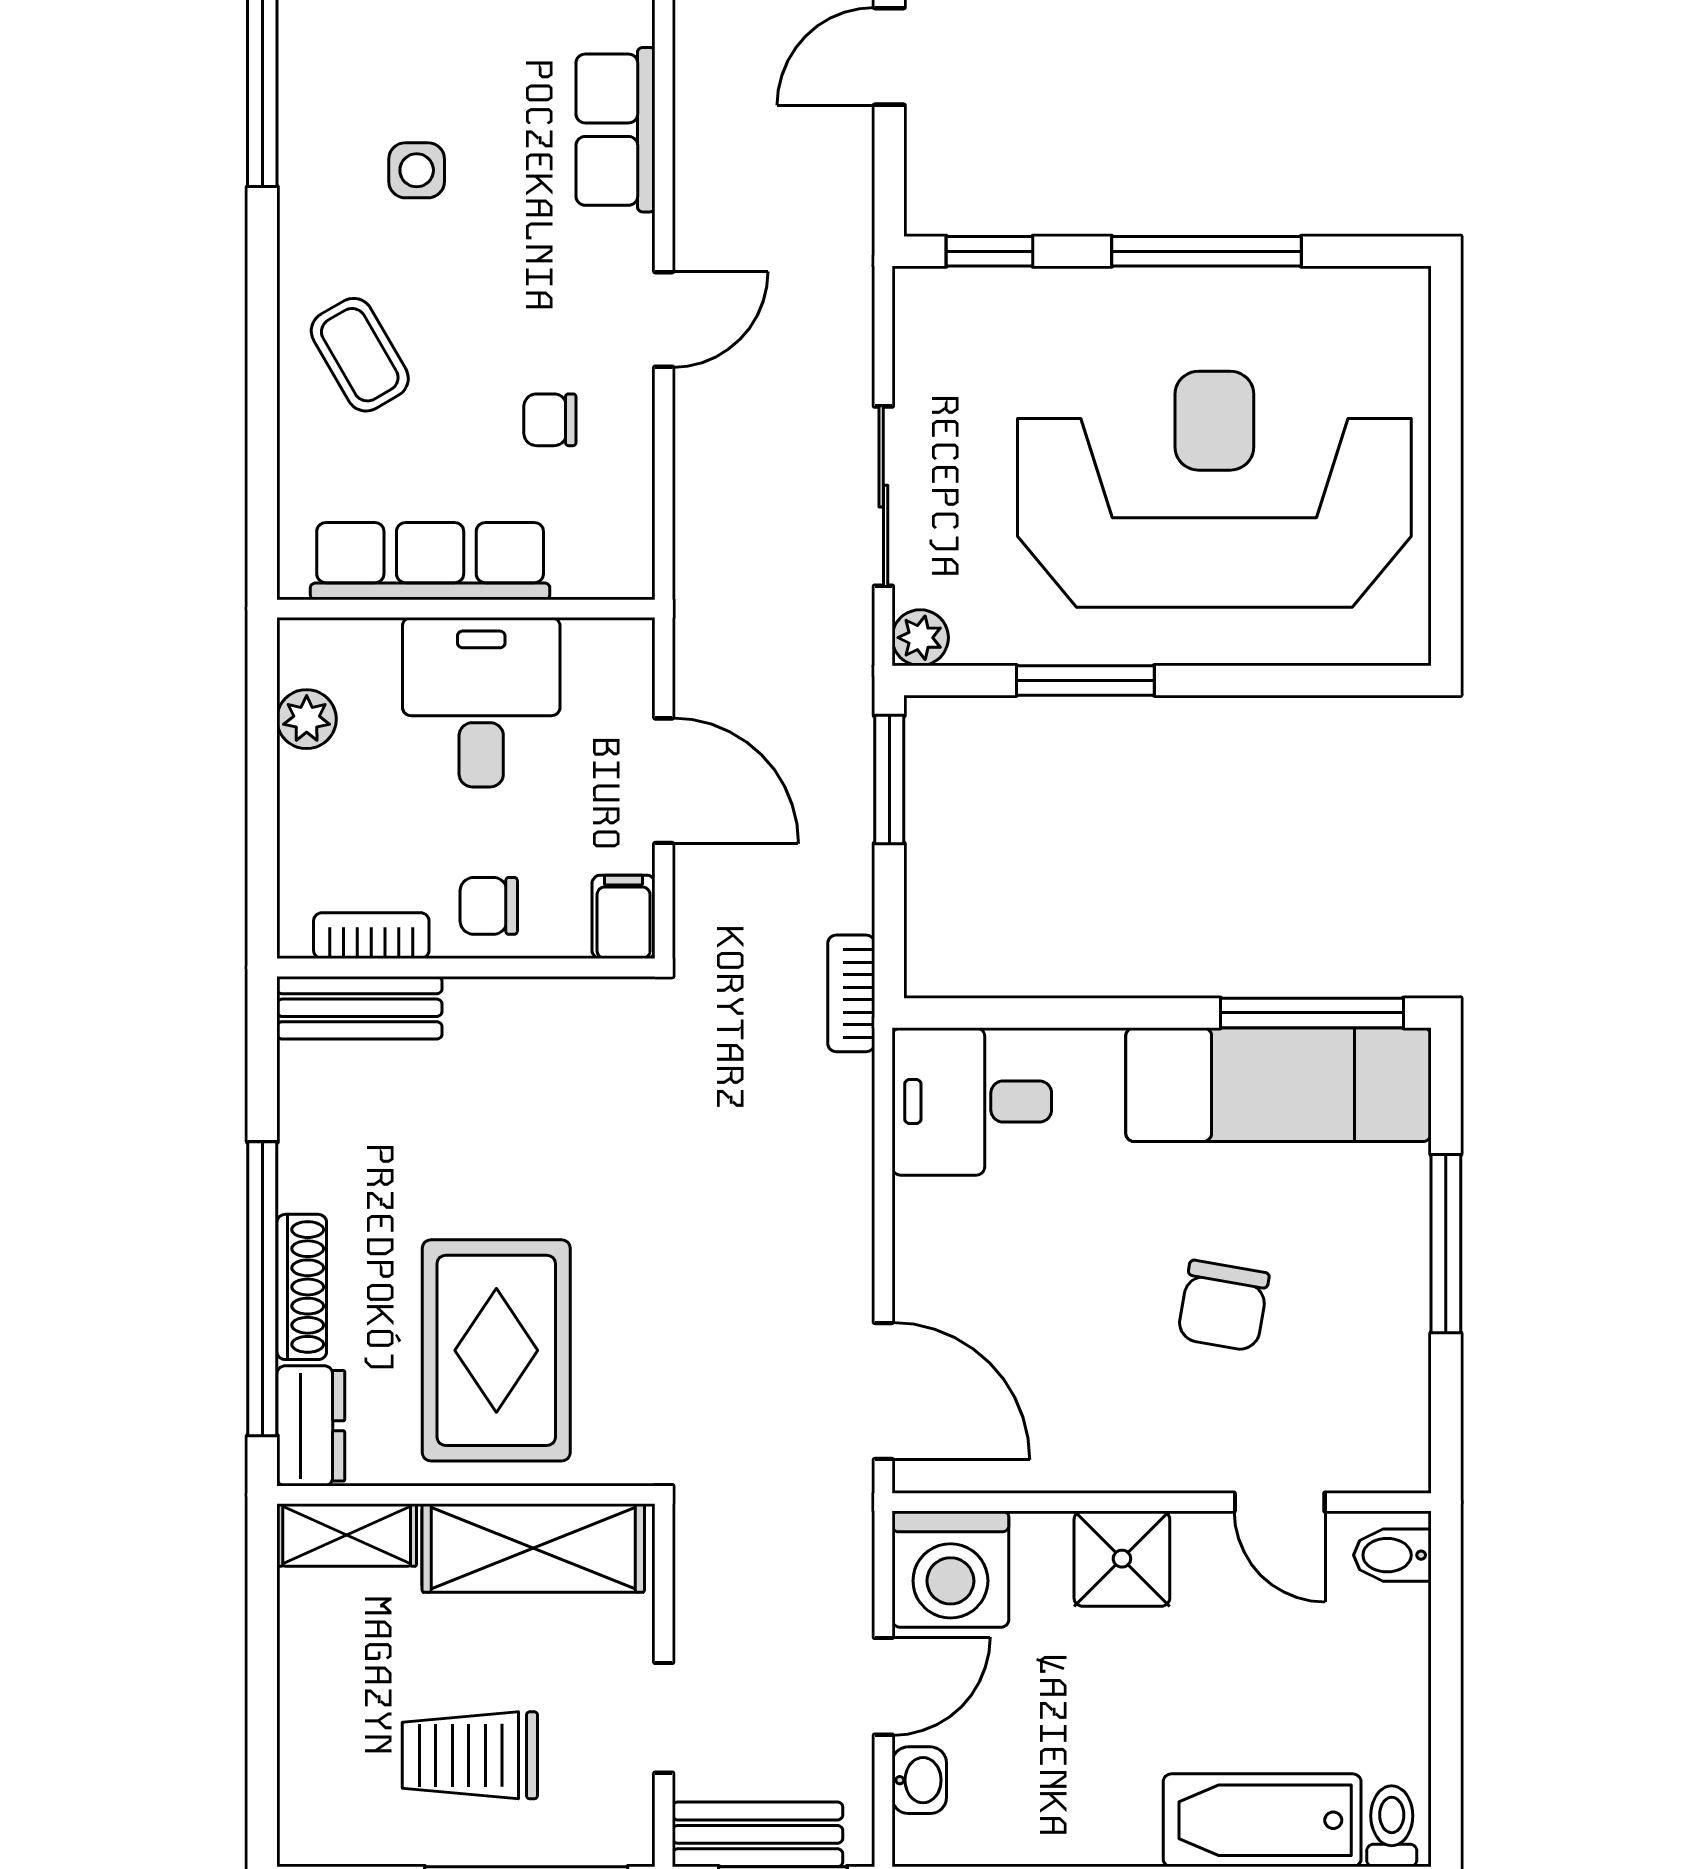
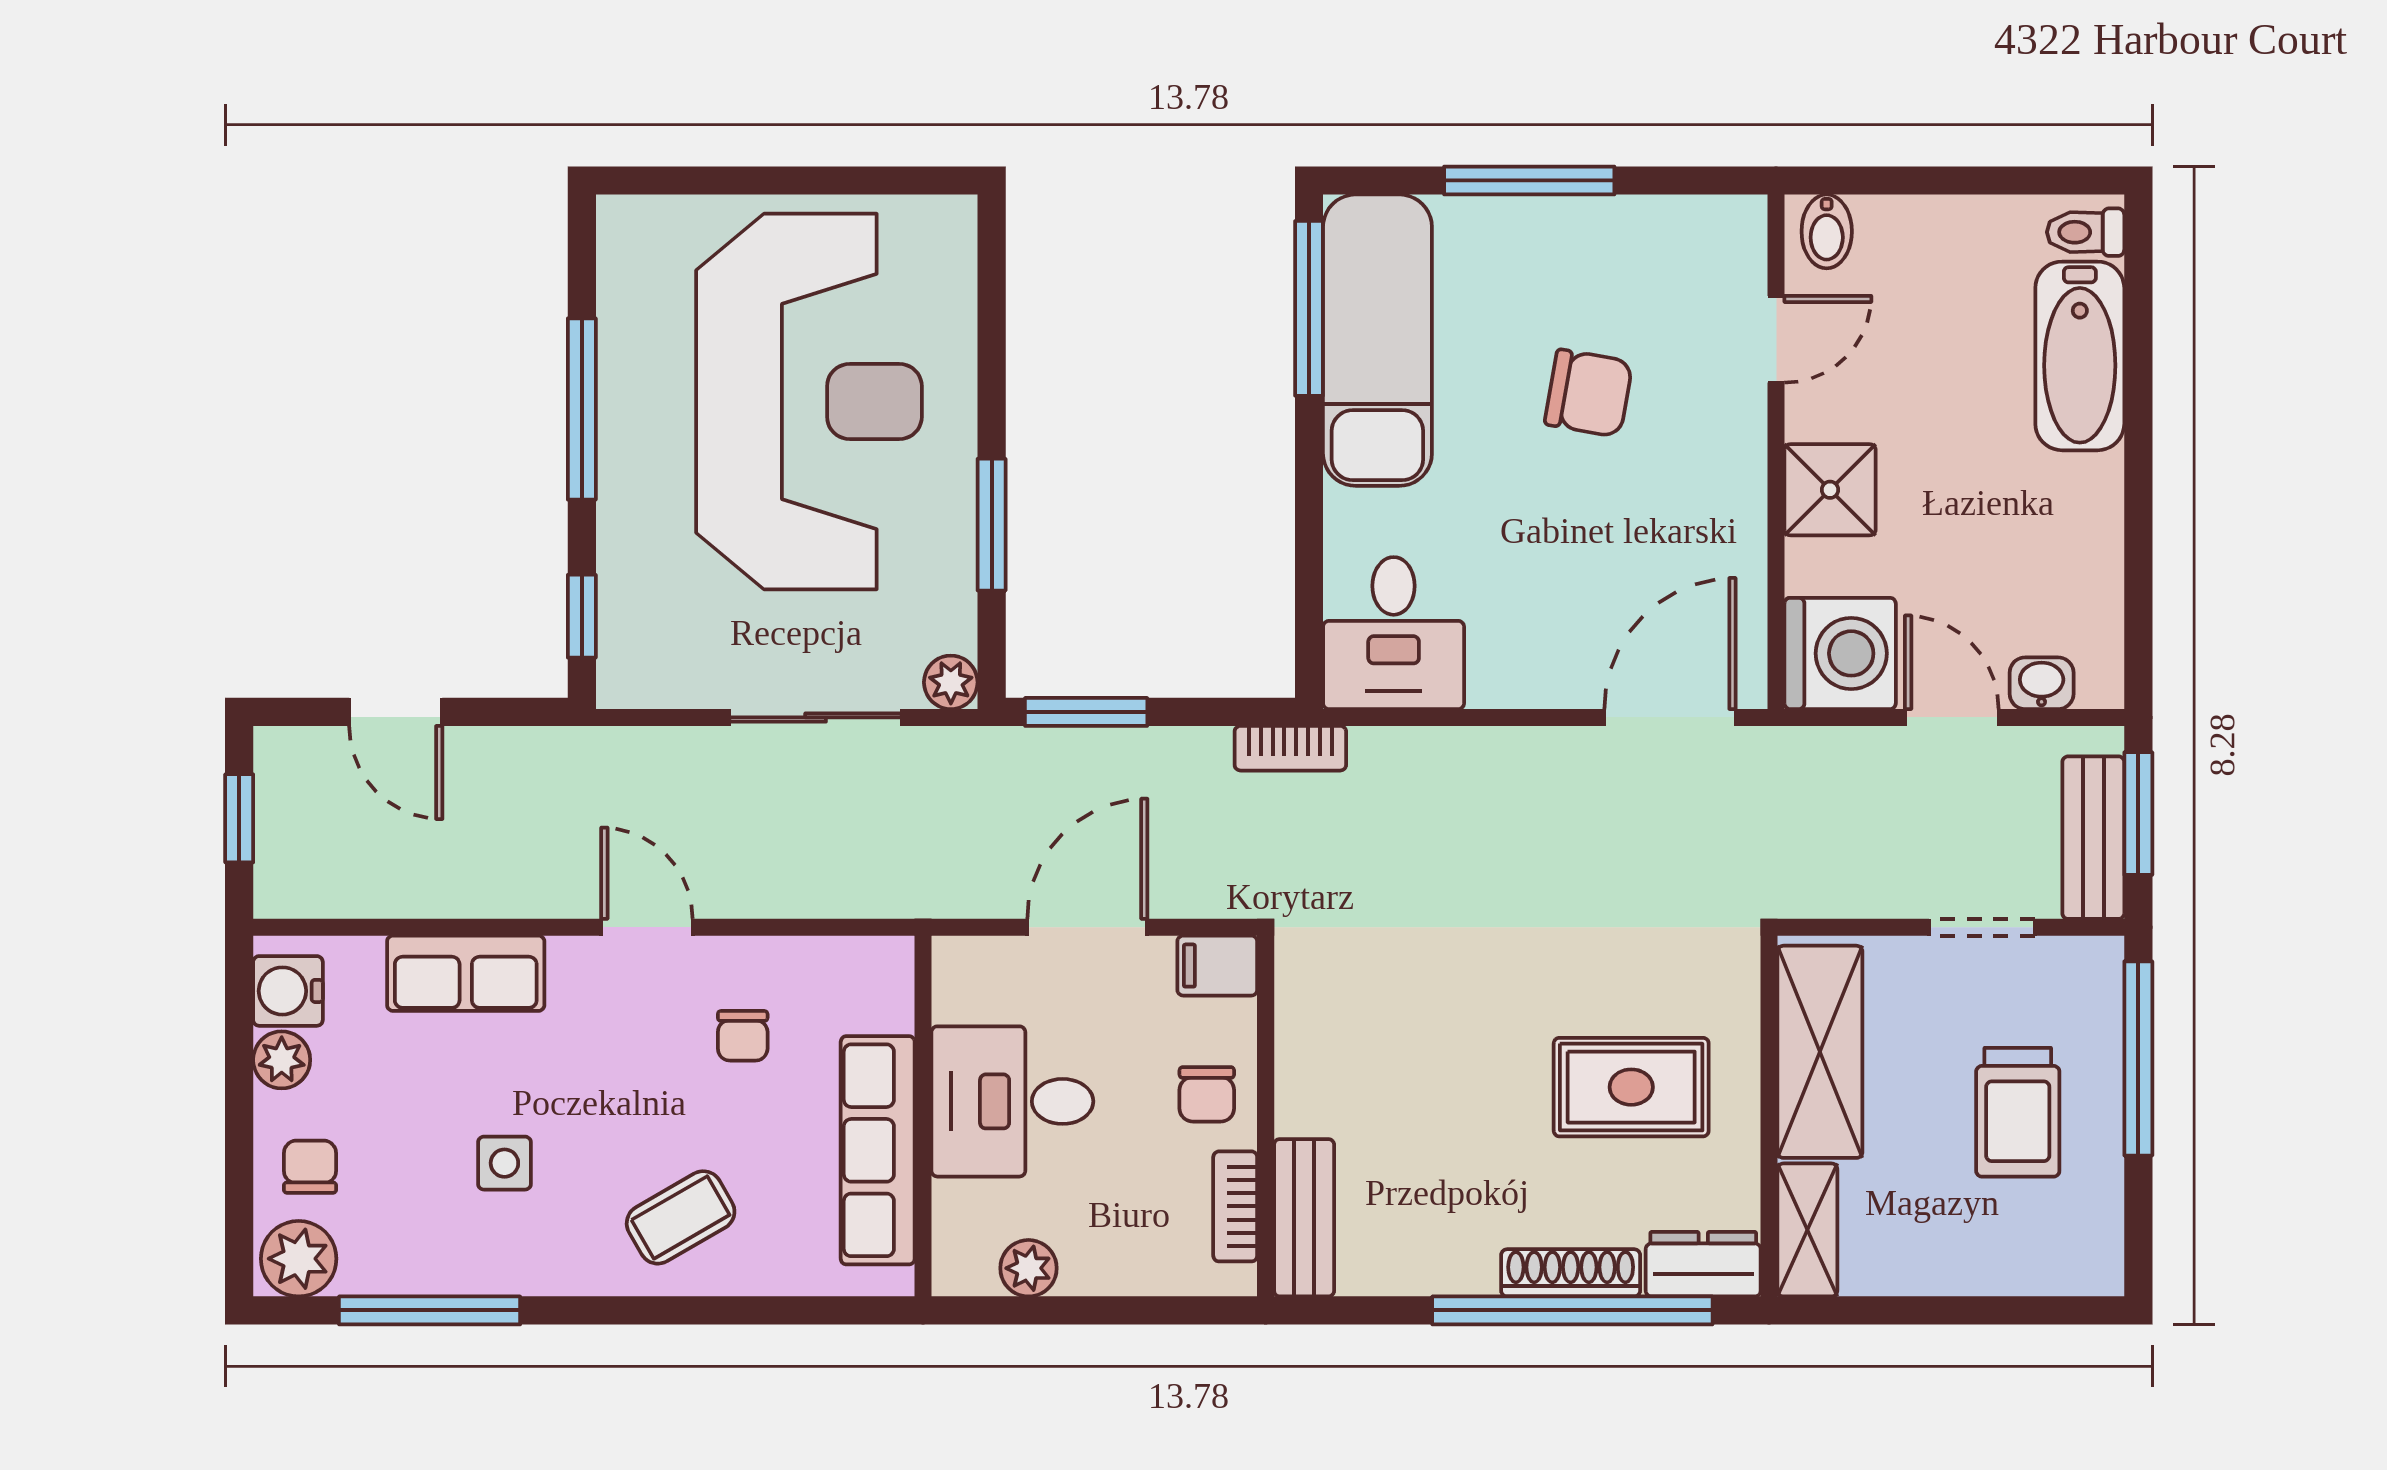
reception desk: (1214, 489) -> (809, 401), turned 180
rug: (496, 1350) -> (1631, 1087), width x0.73, depth x0.70

